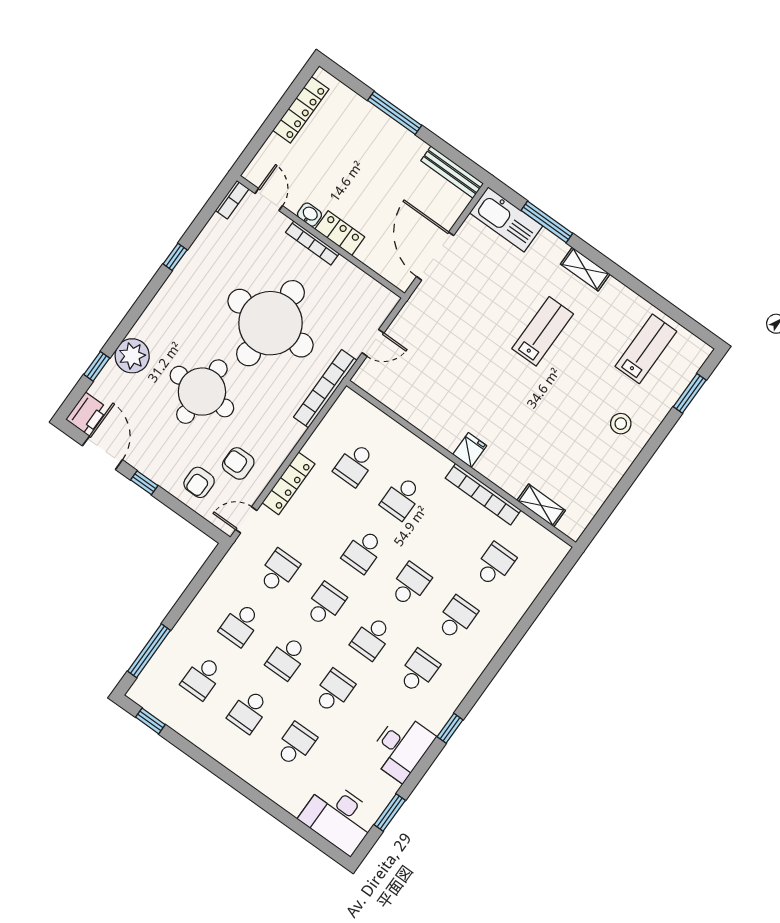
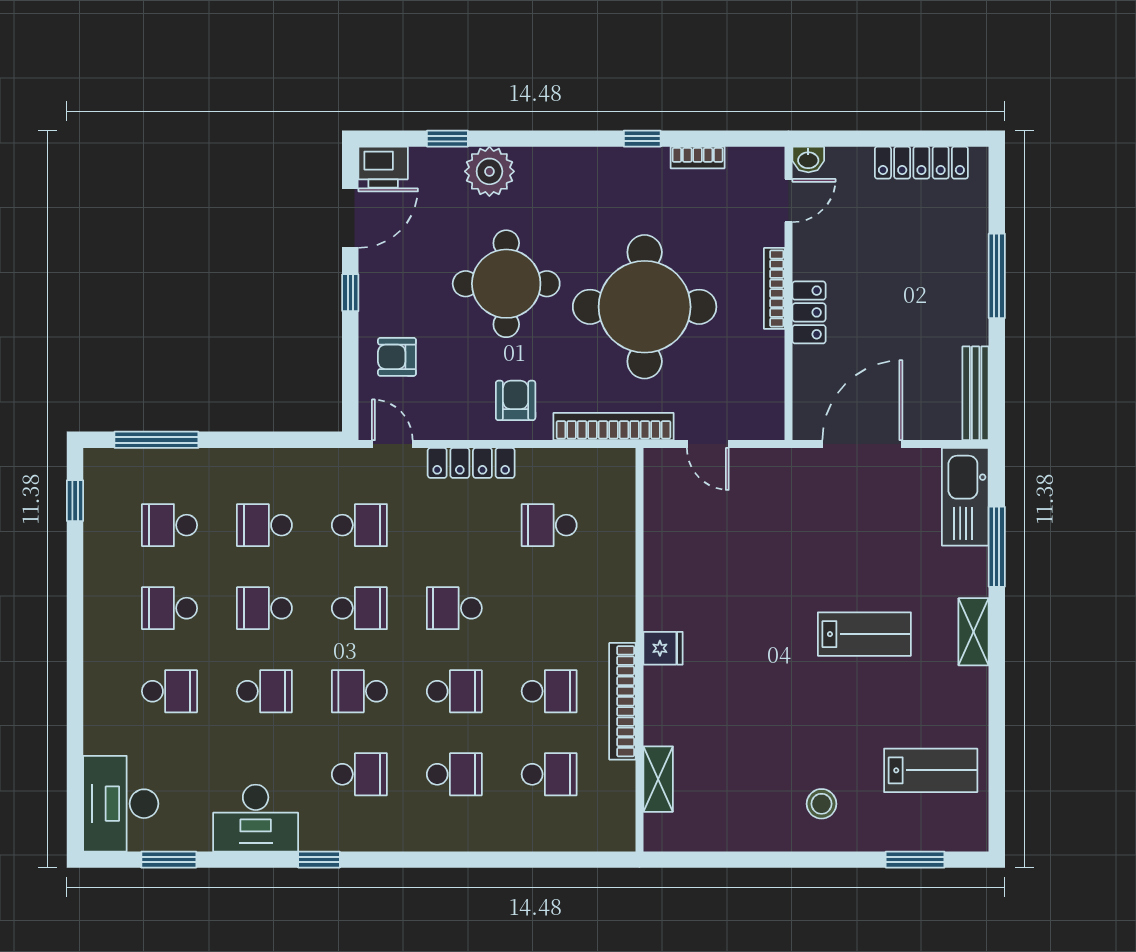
bookcase: (232, 200) -> (698, 157), moved
washbasin: (309, 215) -> (808, 159), moved, turned 90
armchair: (238, 463) -> (516, 400), moved
school desk: (401, 498) -> (549, 691), moved, turned 180

